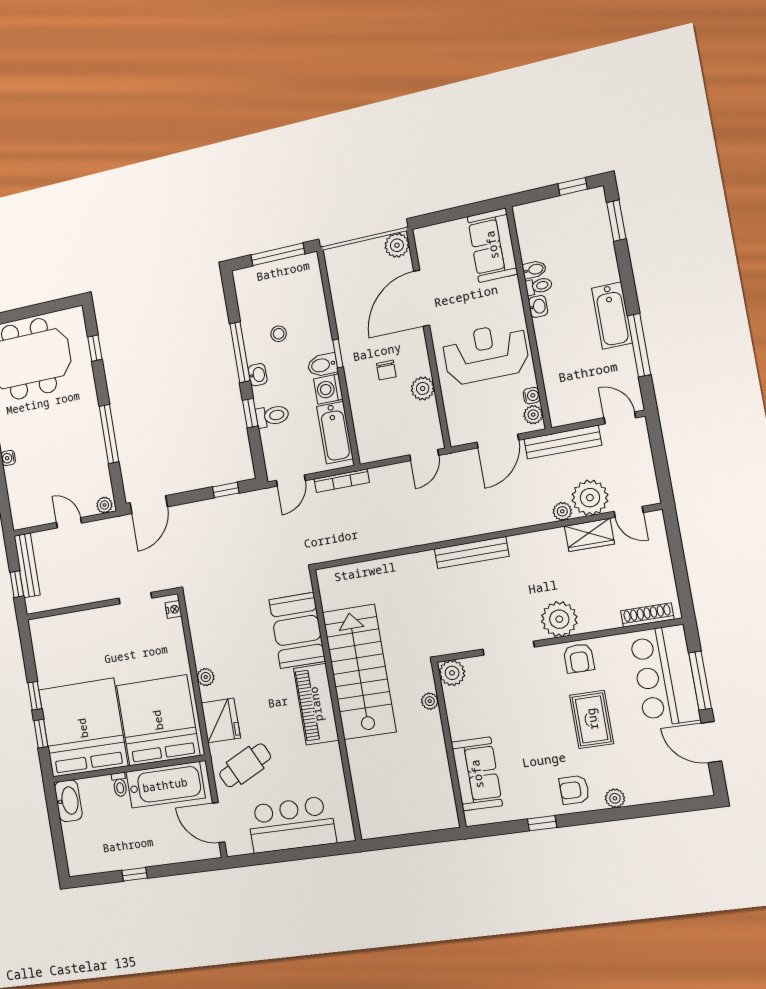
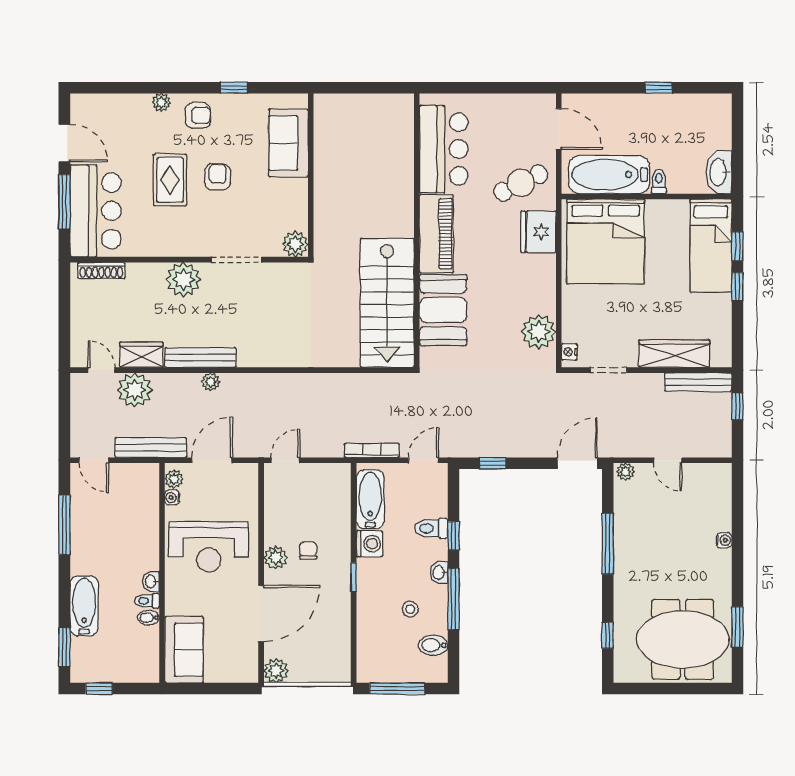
bathtub: (612, 316) -> (84, 606), moved
bidet: (322, 365) -> (433, 645), moved, turned 180
plant: (423, 388) -> (276, 557), moved
plant: (562, 511) -> (211, 382), moved
bench: (472, 553) -> (200, 357), moved
bench: (27, 565) -> (698, 382), moved, turned 90
wardrobe: (80, 624) -> (674, 354), added
armchair: (579, 658) -> (218, 177), moved
stairs: (359, 672) -> (387, 303), moved
plant: (206, 677) -> (539, 332), moved, width x1.88, depth x1.88
plant: (430, 701) -> (322, 220), removed
bed: (83, 728) -> (711, 246), width x0.49
bar counter: (291, 825) -> (444, 149), moved, turned -90

